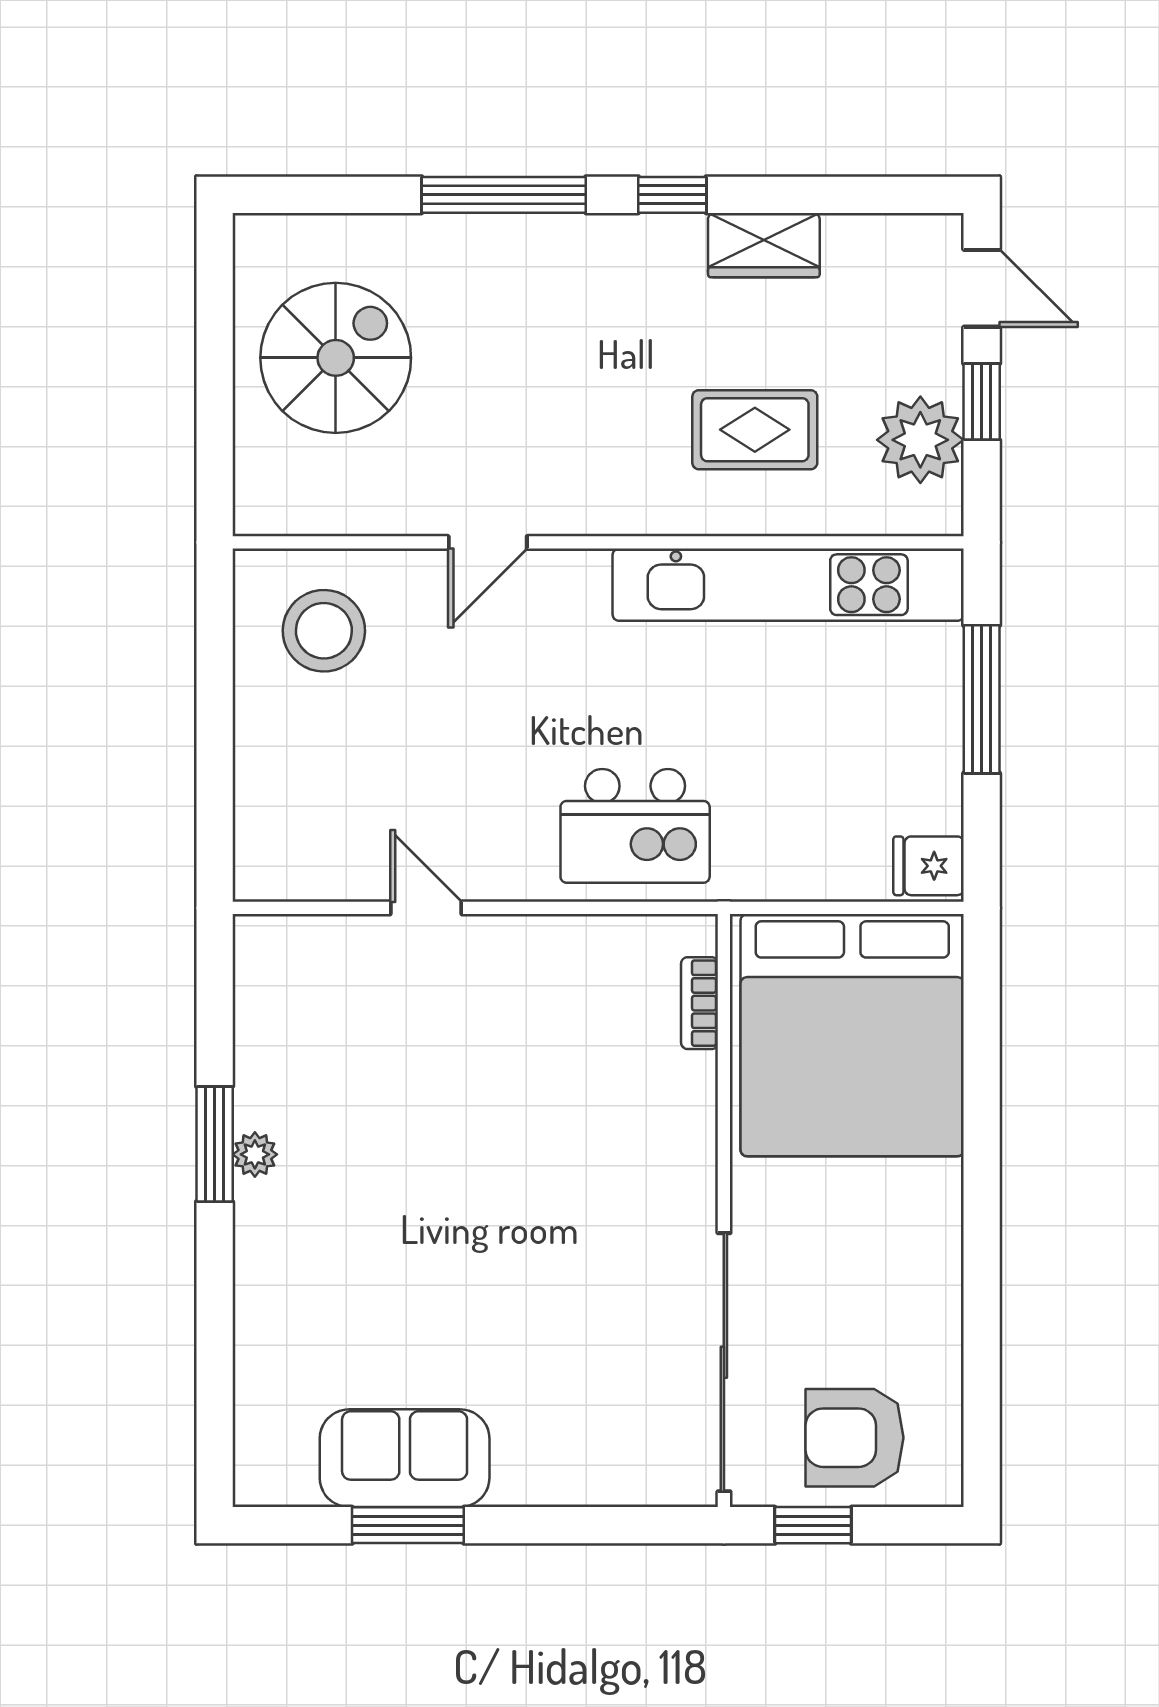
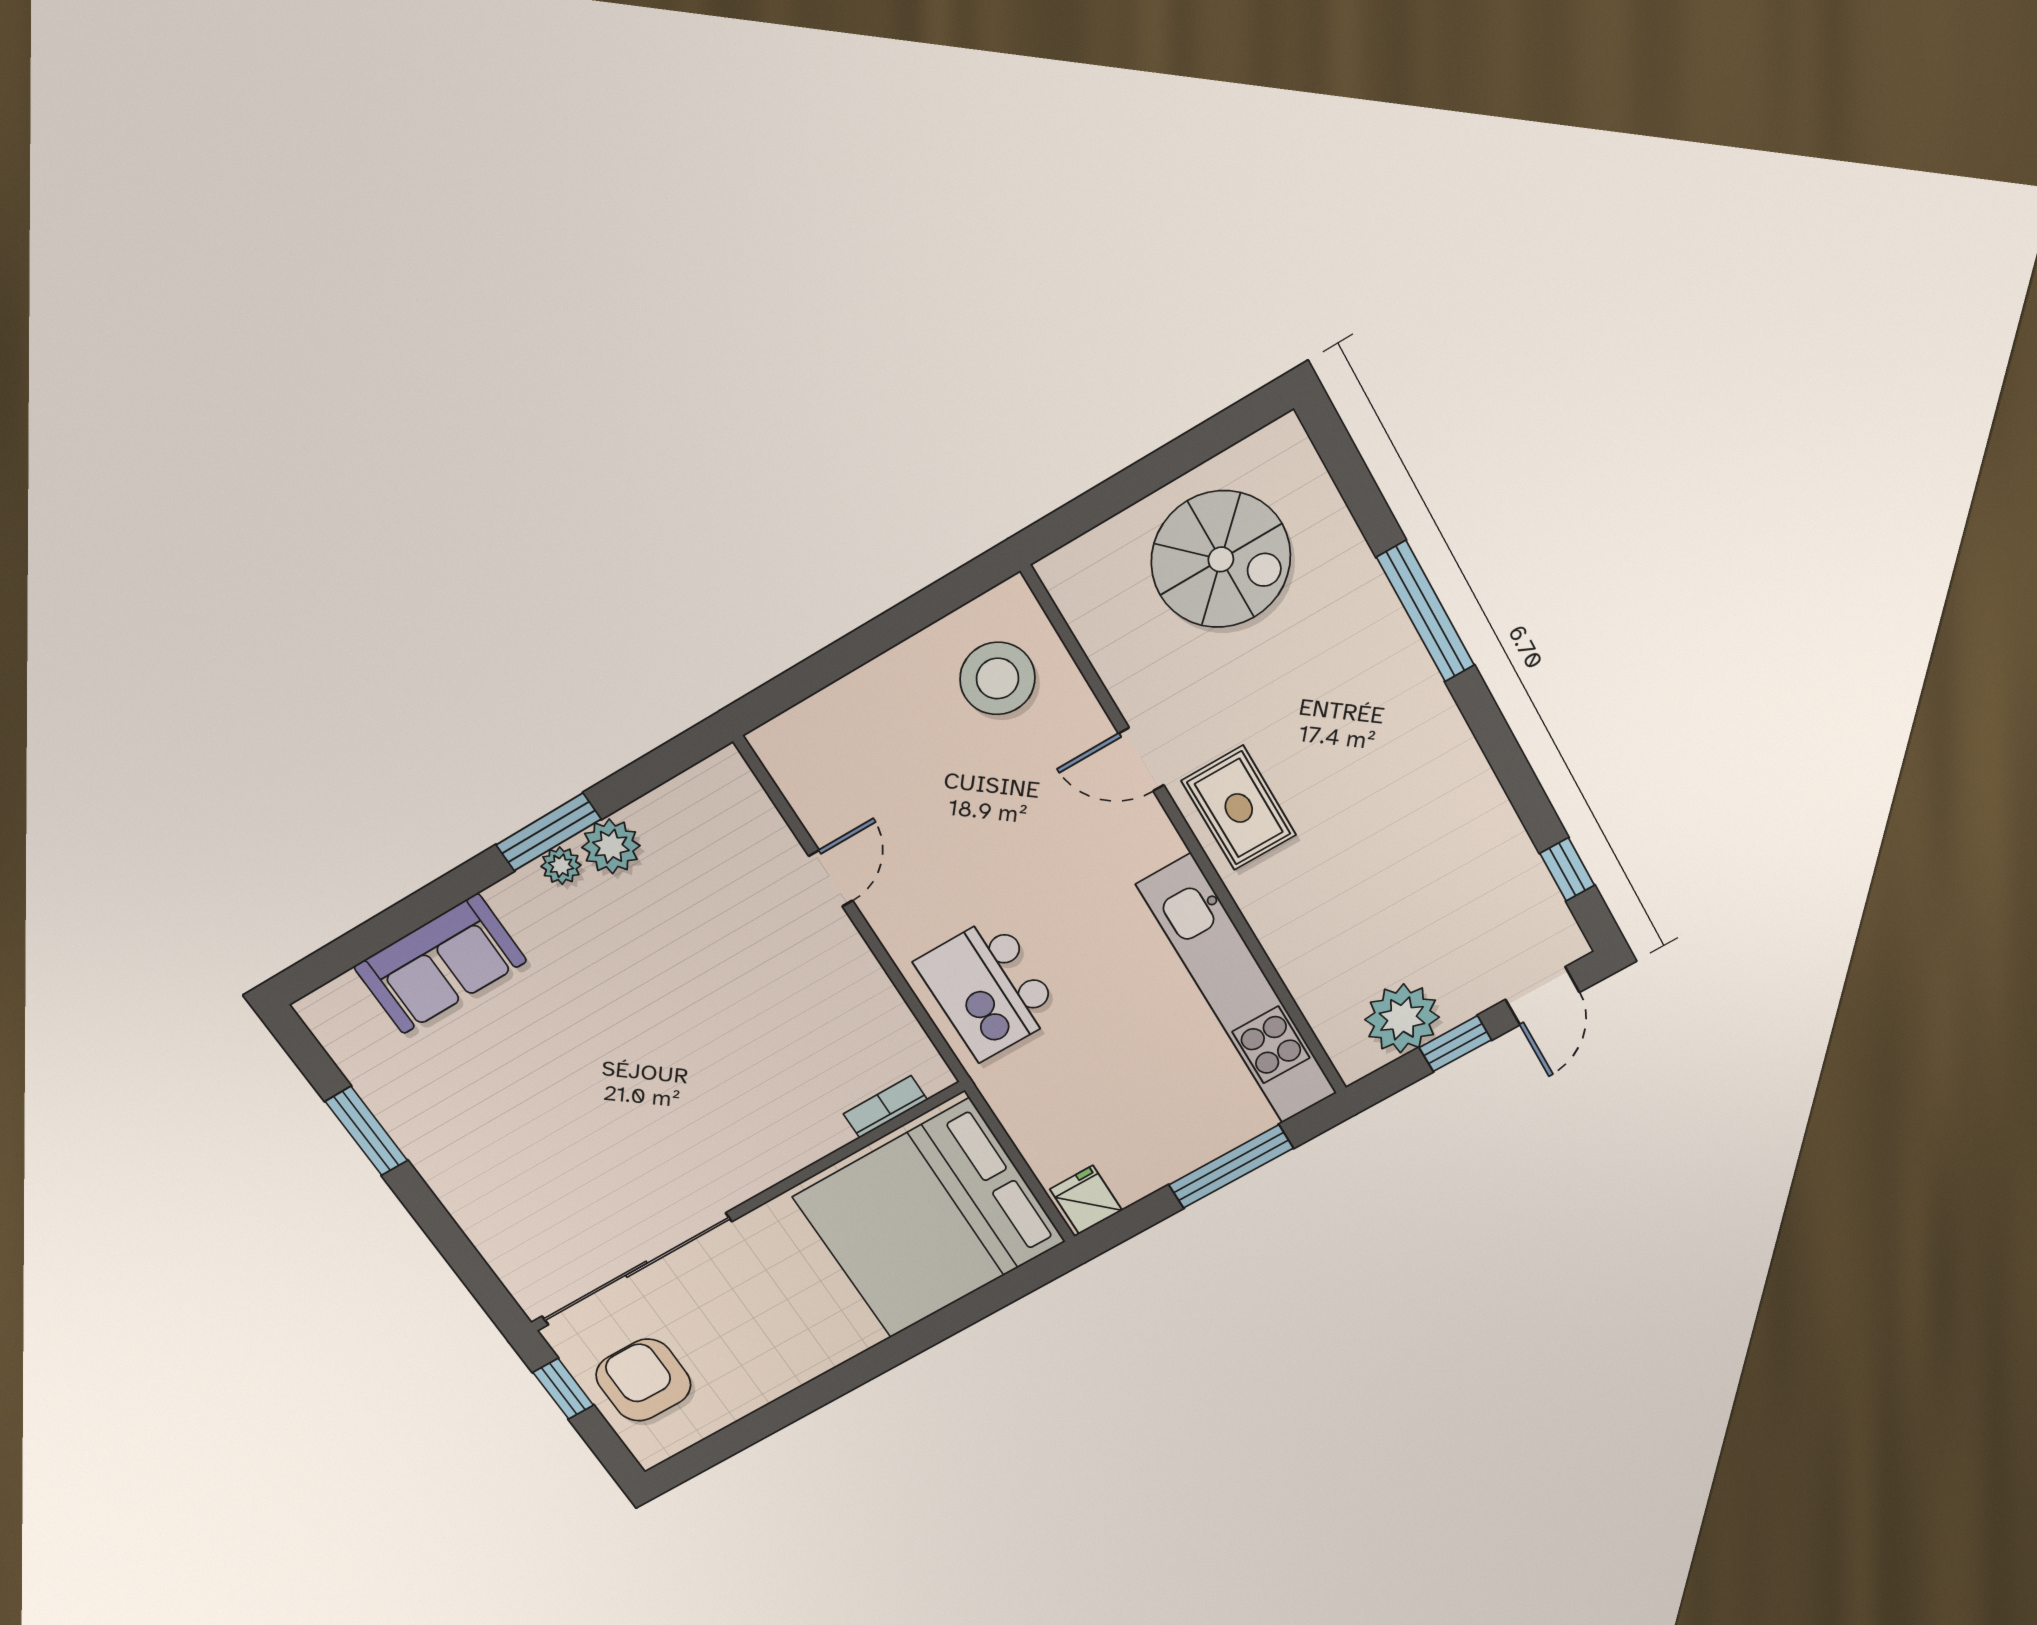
window: (672, 195) -> (1567, 869), moved
wardrobe: (764, 245) -> (1491, 826), removed
rug: (755, 430) -> (1239, 808), moved
plant: (265, 1095) -> (611, 846), added
sofa: (405, 1458) -> (440, 964), moved, turned 90

